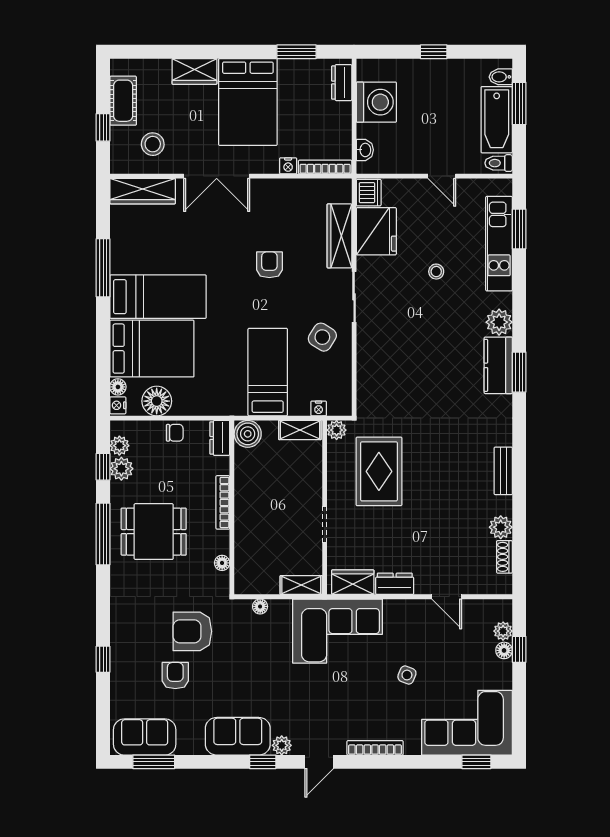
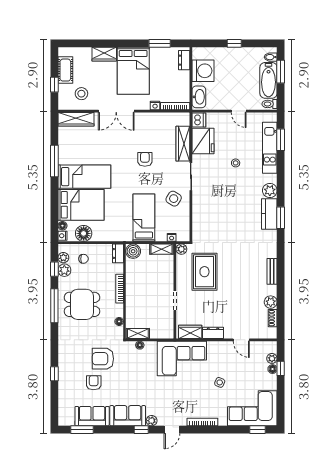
washbasin: (365, 150) -> (199, 97), width x1.91, depth x1.45
chair: (175, 433) -> (84, 259), moved
shelving: (301, 585) -> (138, 333), moved
sofa: (145, 737) -> (92, 416), moved

